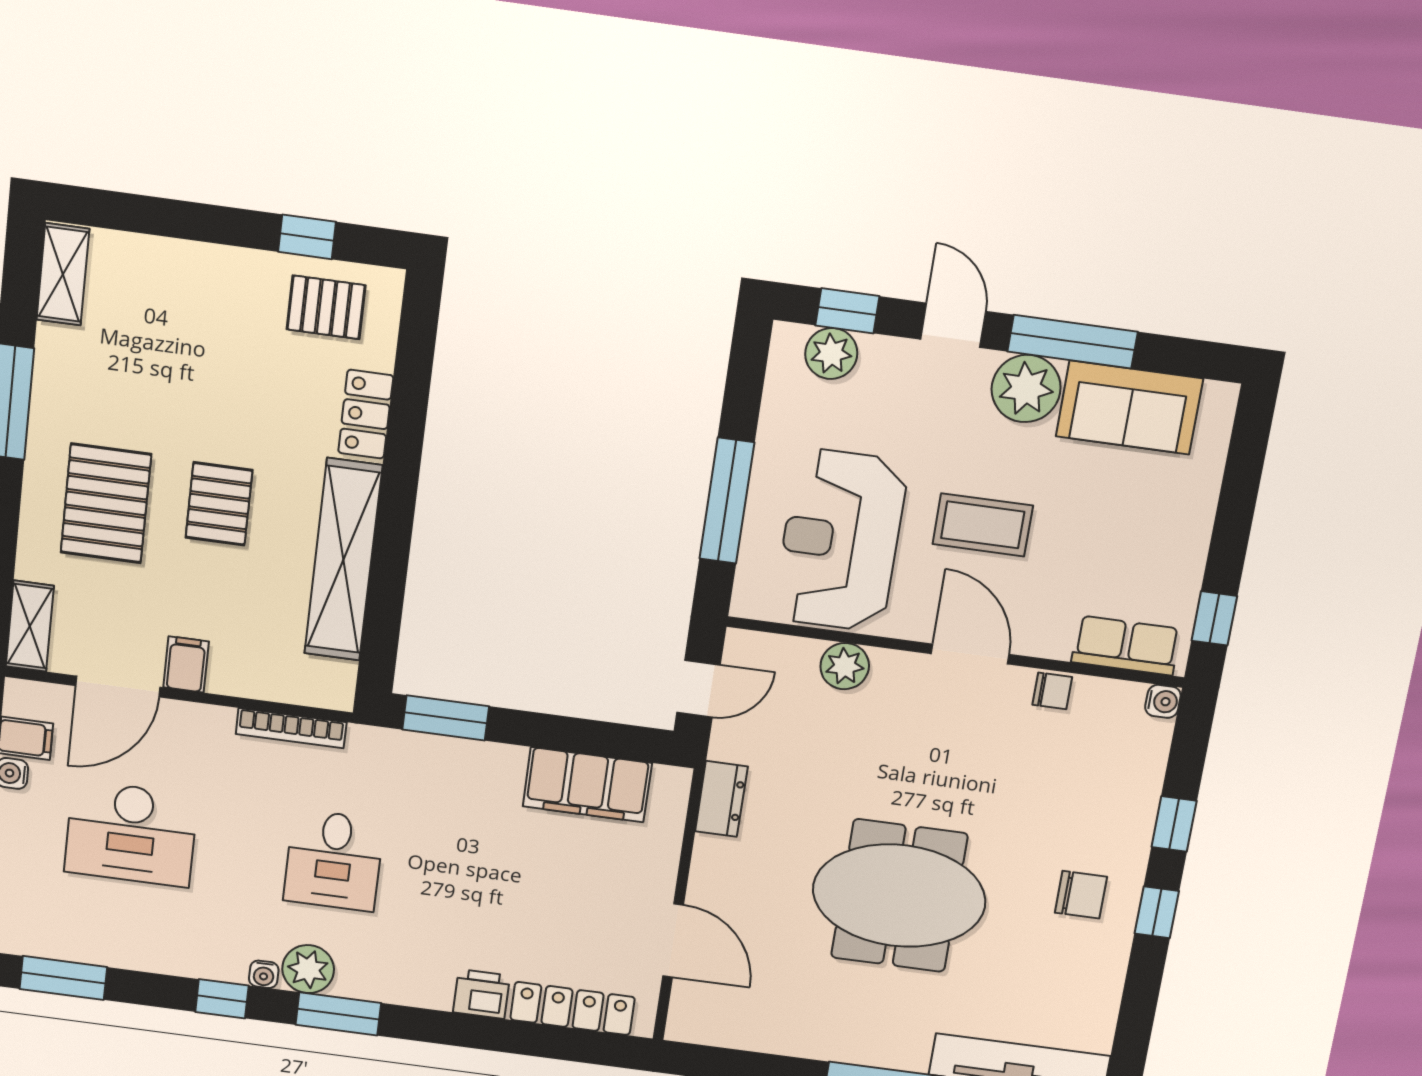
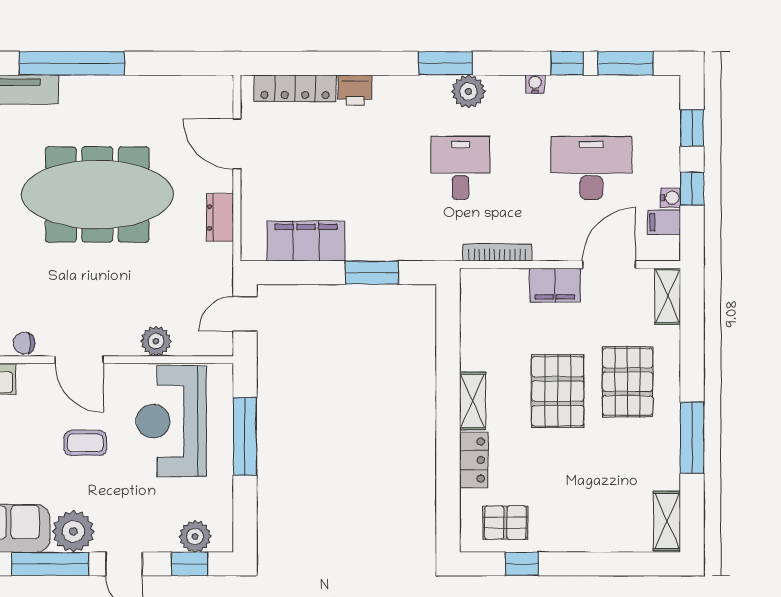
pallet: (219, 504) -> (558, 391), width x1.50, depth x1.42
coffee table: (983, 525) -> (85, 443), width x0.73, depth x0.77
reception desk: (840, 540) -> (171, 421), turned 180
shelving: (343, 560) -> (473, 401), width x0.45, depth x0.75
filing cabinet: (186, 664) -> (555, 285), width x2.00
window: (446, 718) -> (372, 273), moved
dresser: (721, 799) -> (220, 218), moved
meeting table: (899, 896) -> (97, 194), width x1.36
water cooler: (264, 974) -> (535, 84), moved
window: (222, 999) -> (567, 63), moved

